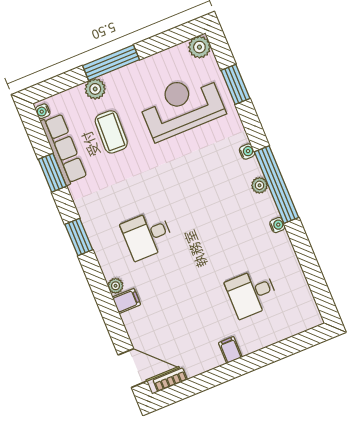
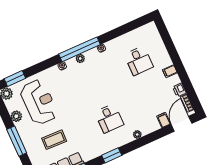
window: (235, 84) -> (15, 78), moved
plant: (95, 89) -> (16, 116), moved
reception desk: (182, 106) -> (39, 102), turned 180
filing cabinet: (126, 301) -> (164, 120), moved
printer: (195, 366) -> (179, 90), added

